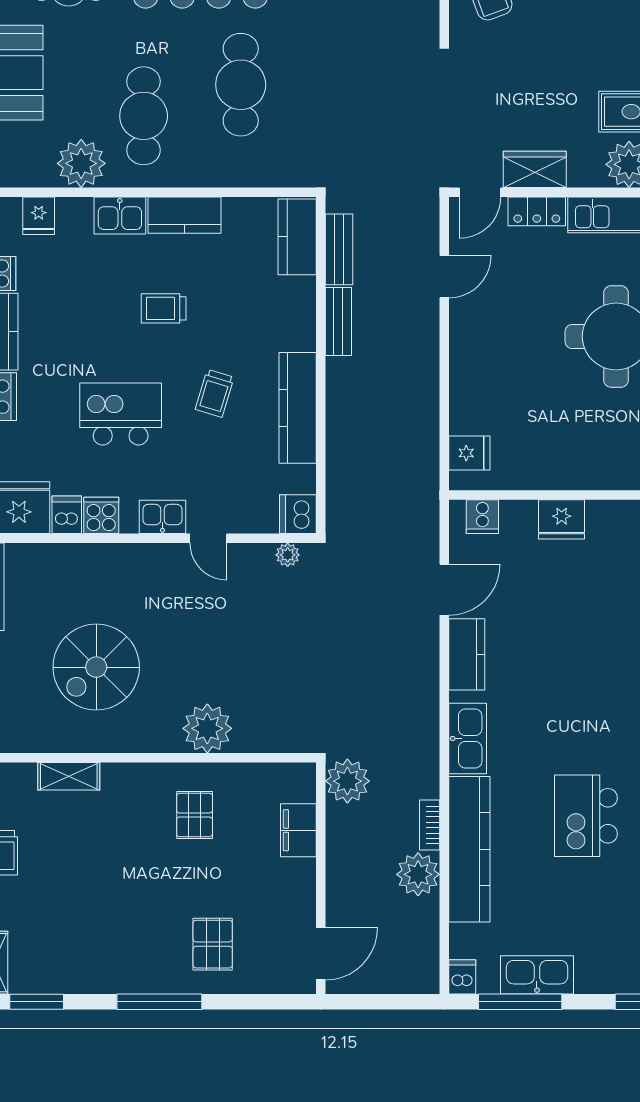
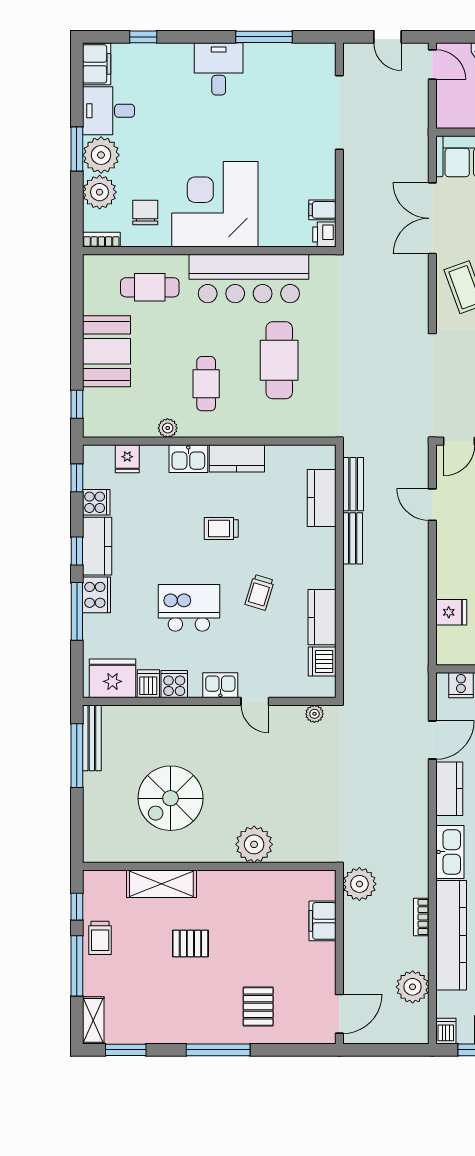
cafe table: (144, 116) -> (206, 384), width x0.73, depth x0.74
plant: (81, 163) -> (168, 428), width x0.53, depth x0.53
kitchen counter: (297, 237) -> (322, 498), moved
door: (444, 277) -> (432, 505), swing flipped
kitchen counter: (298, 408) -> (322, 617), width x0.67
fridge: (469, 453) -> (451, 612), moved
dishwasher: (298, 514) -> (322, 661), moved
shelving: (69, 776) -> (161, 884), width x1.50, depth x1.33
pallet: (195, 815) -> (190, 944), moved, turned 90
plant: (418, 874) -> (413, 987), moved

